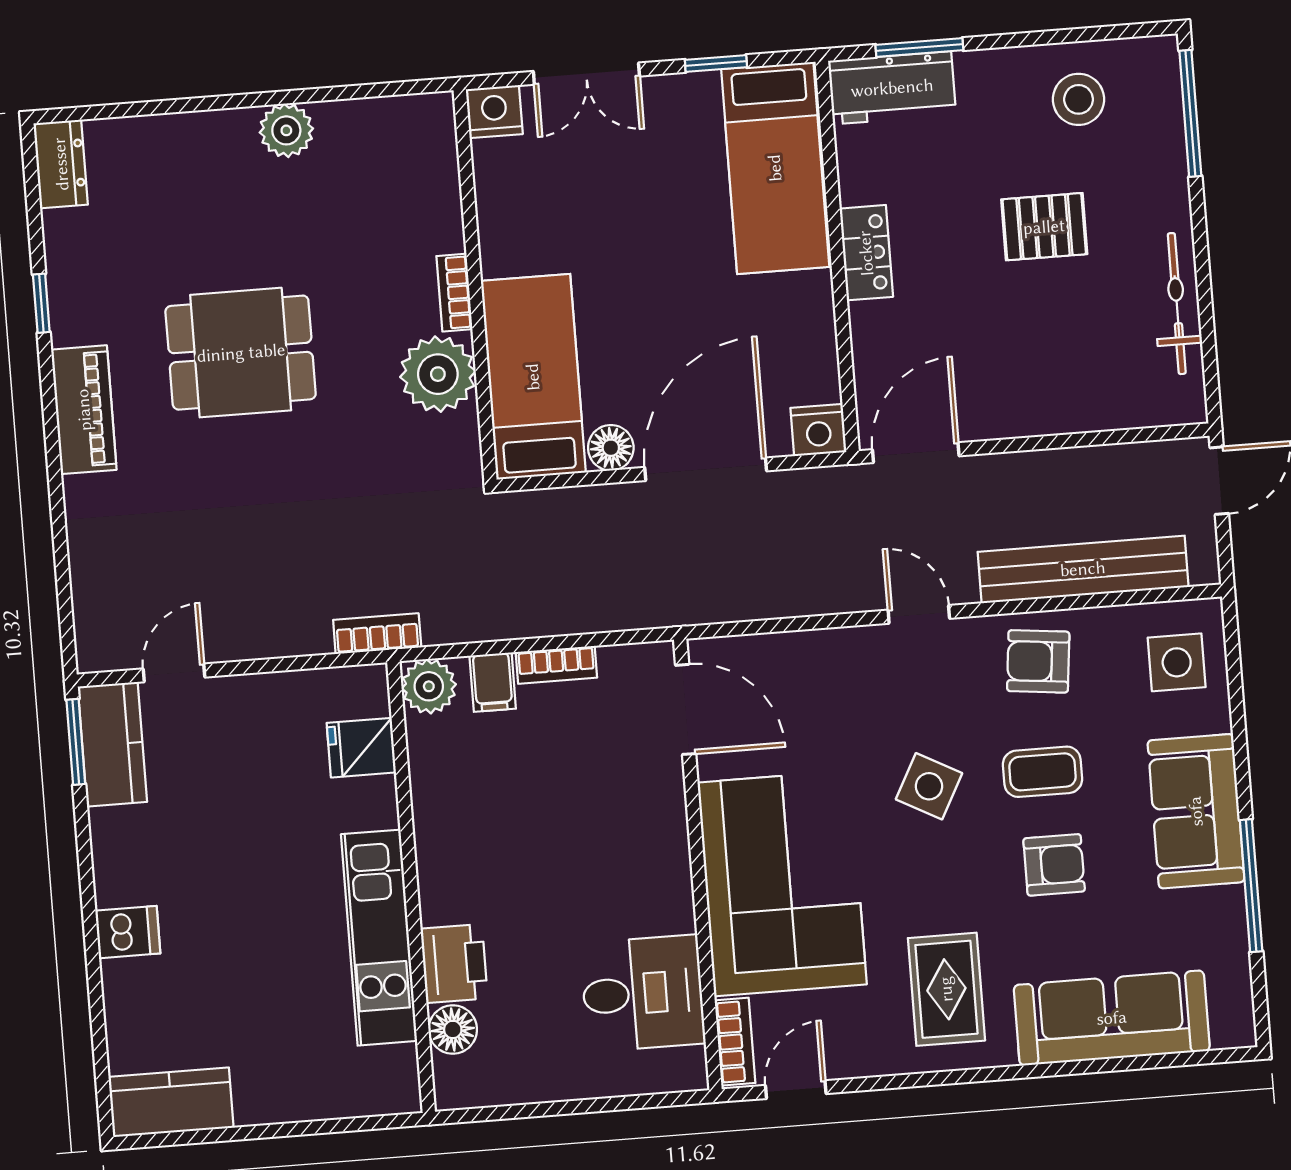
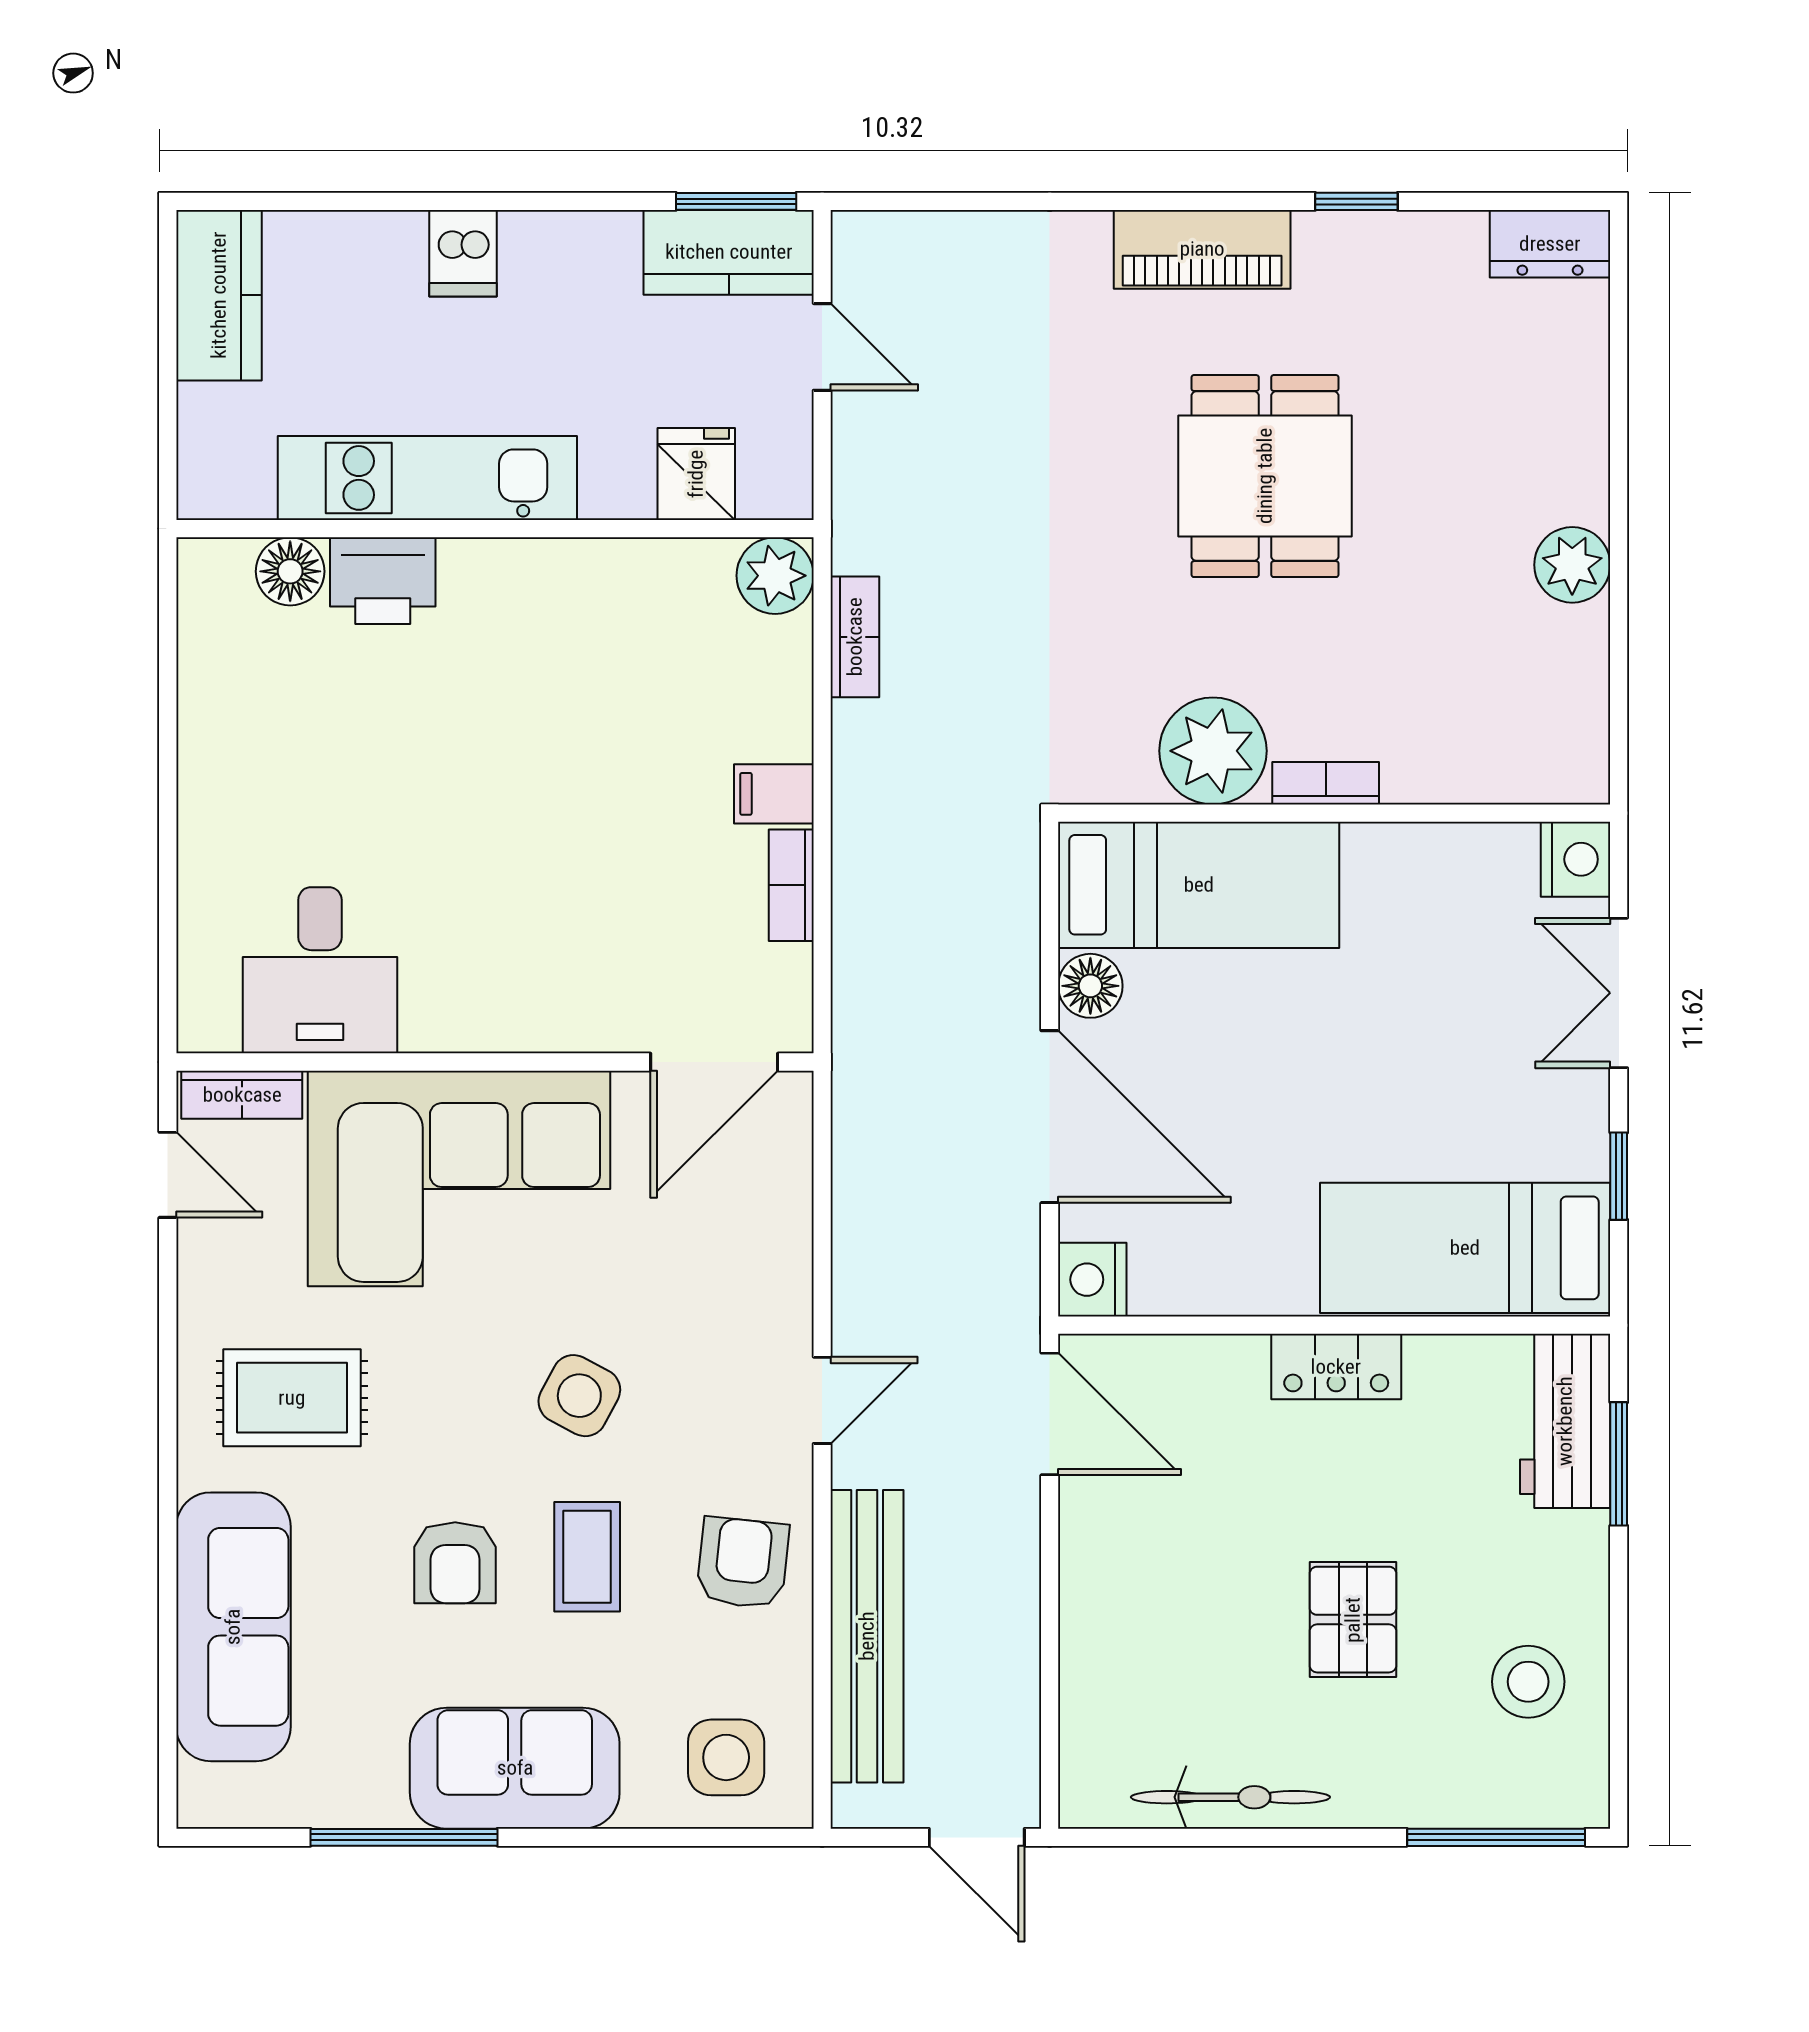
plant: (429, 686) -> (775, 576), moved
fridge: (361, 748) -> (696, 474), moved
wall: (411, 887) -> (495, 529), moved
kitchen unit: (379, 938) -> (427, 478), moved
printer: (454, 964) -> (383, 581), moved
floor lamp: (453, 1029) -> (290, 571), moved

